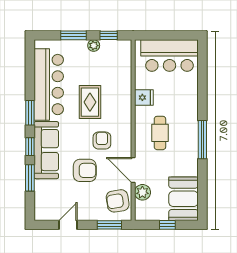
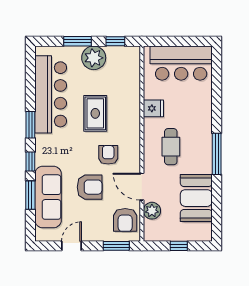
plant: (94, 46) -> (94, 58), width x1.87, depth x1.87
sofa: (46, 150) -> (48, 197), moved
booth: (184, 199) -> (196, 198), moved
armchair: (118, 201) -> (125, 220), turned -81

